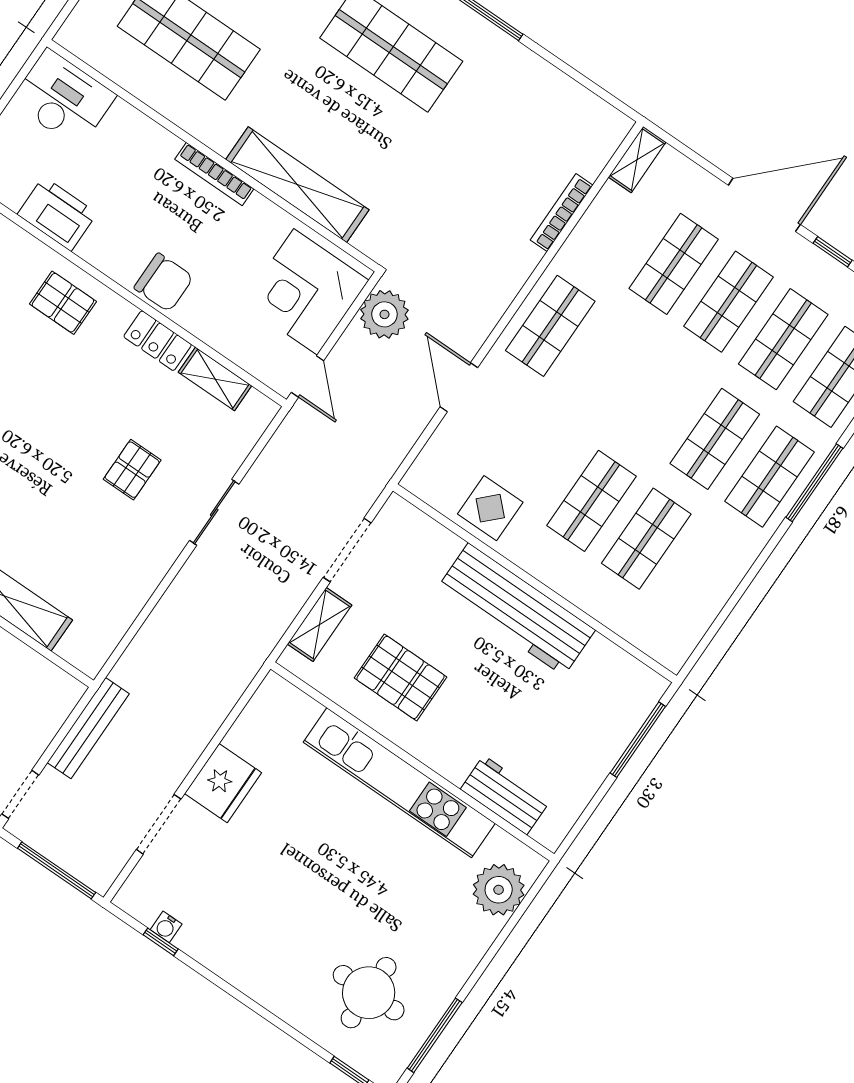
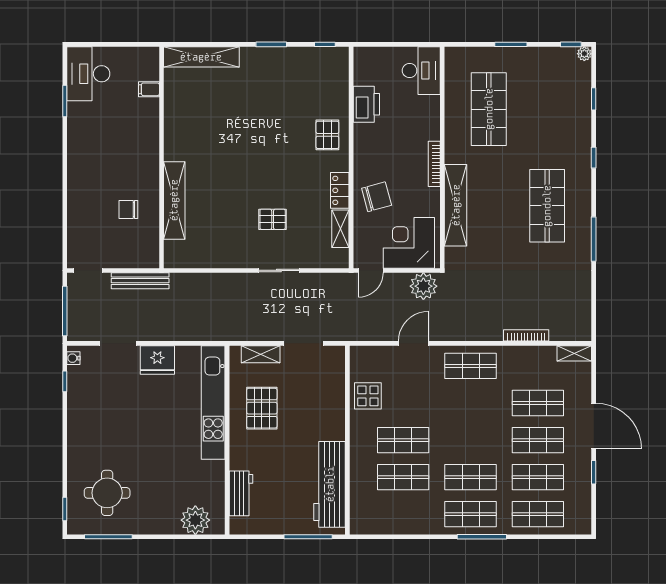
chair: (164, 282) -> (377, 197), moved, turned -105
workbench: (516, 609) -> (330, 484), moved
kitchen unit: (399, 783) -> (213, 402), moved
water cooler: (166, 927) -> (73, 358), moved

